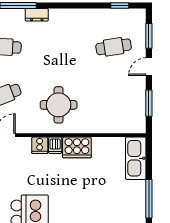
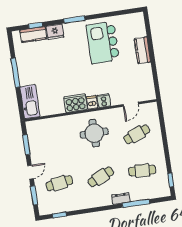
cafe table: (59, 47) -> (101, 177), added

